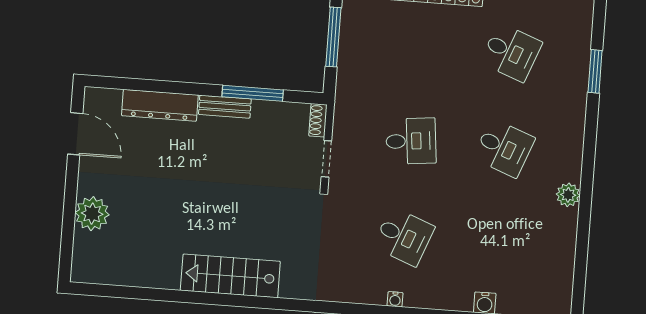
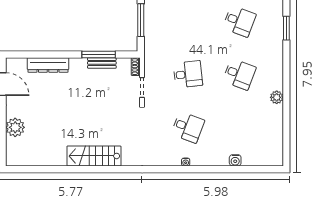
bench: (225, 107) -> (102, 63), moved

